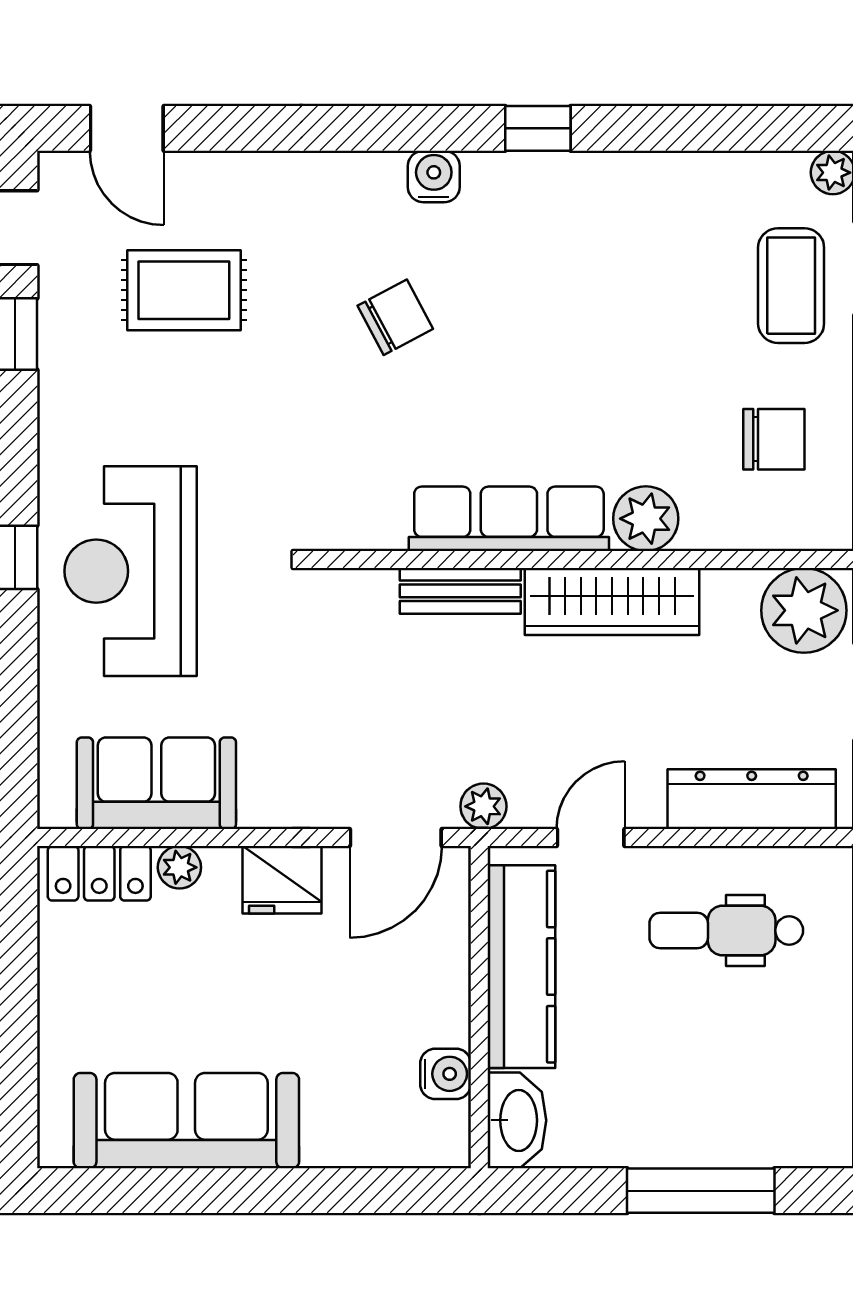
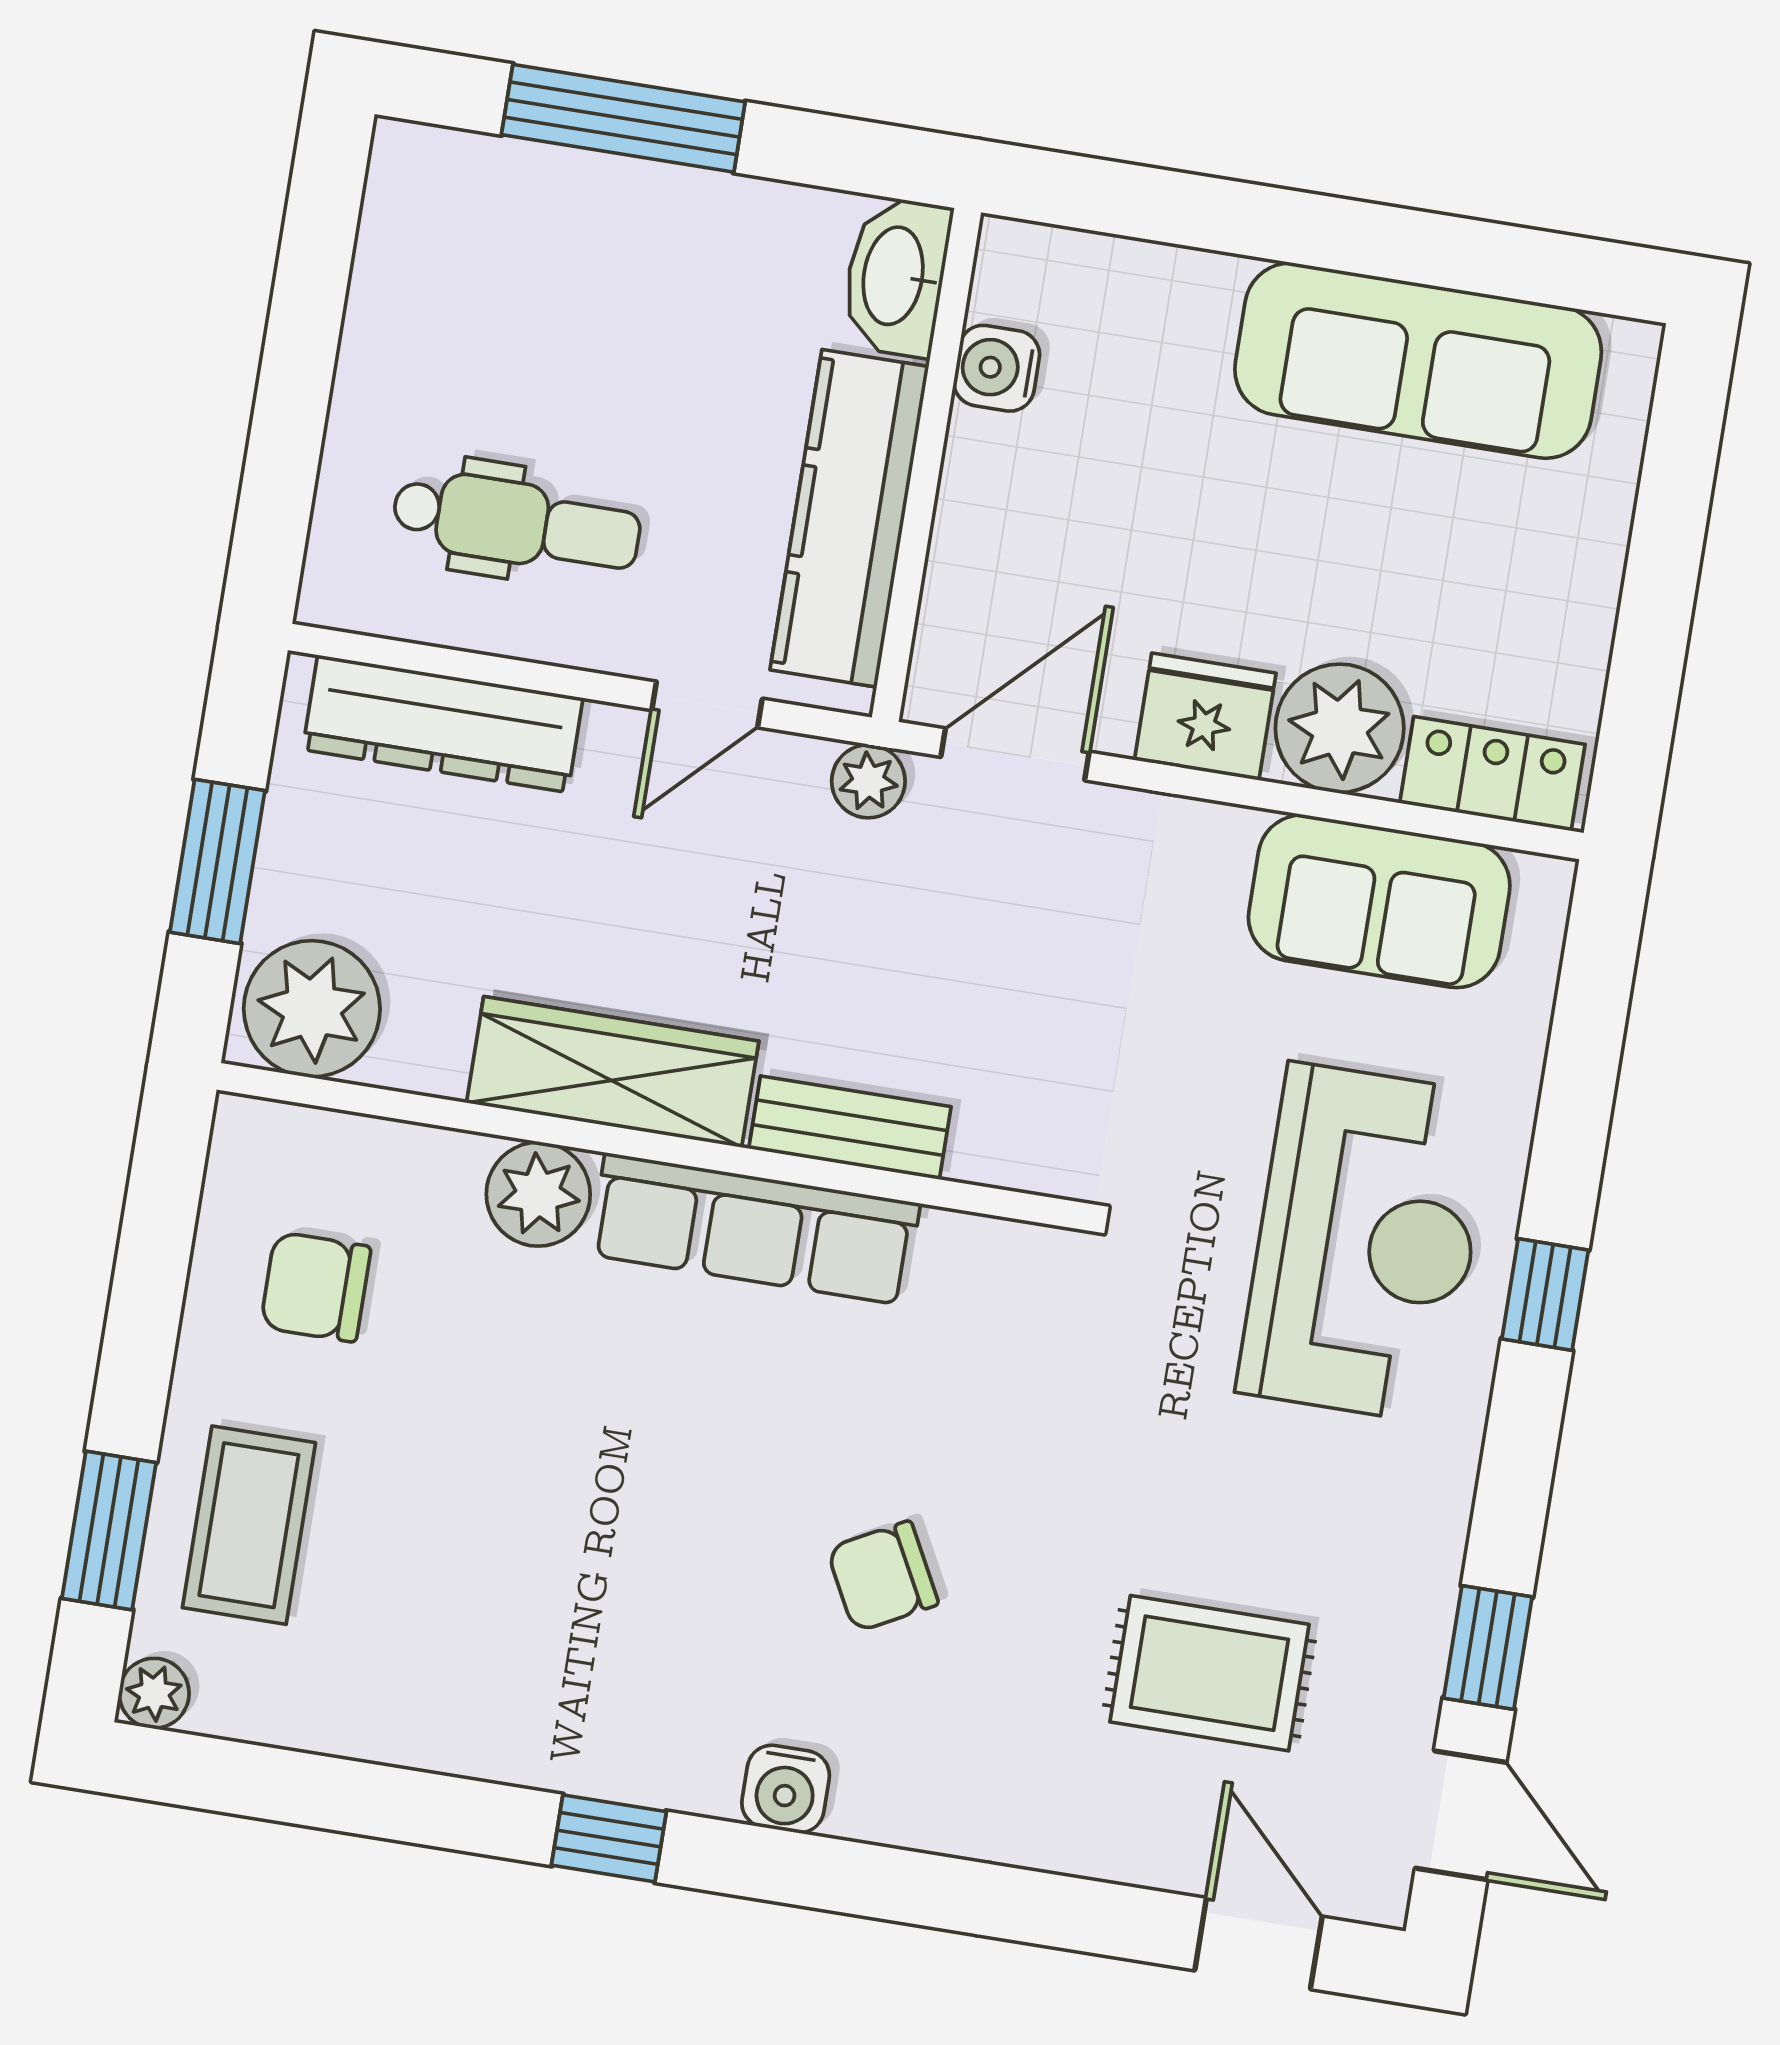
plant: (179, 867) -> (1340, 728), width x1.87, depth x1.87

